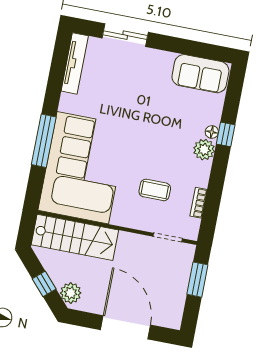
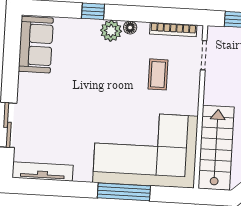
floor lamp: (212, 132) -> (130, 28), moved
bookcase: (199, 203) -> (173, 29), width x1.56

